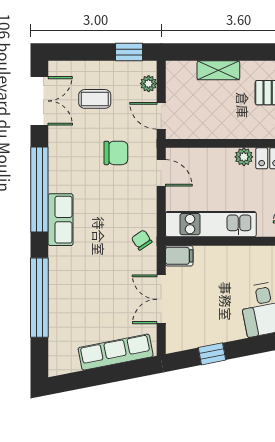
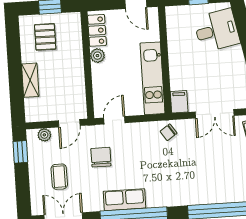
row of seats: (61, 220) -> (125, 200), moved

